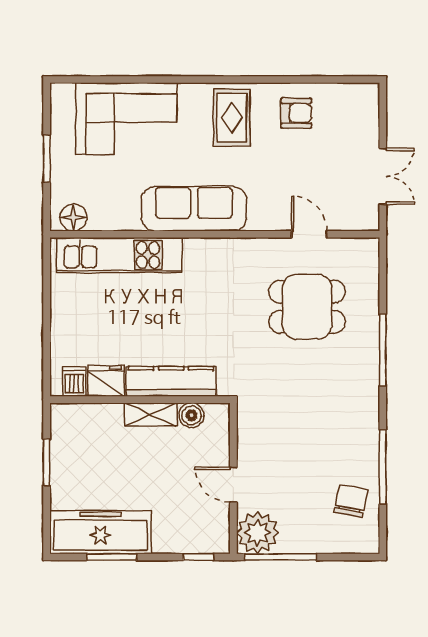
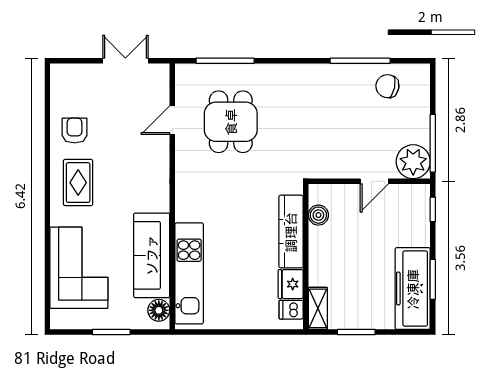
rug: (232, 118) -> (78, 183), turned 90
sofa: (194, 209) -> (152, 255), moved
window: (383, 350) -> (225, 61), moved
shelving: (151, 415) -> (318, 308), moved

